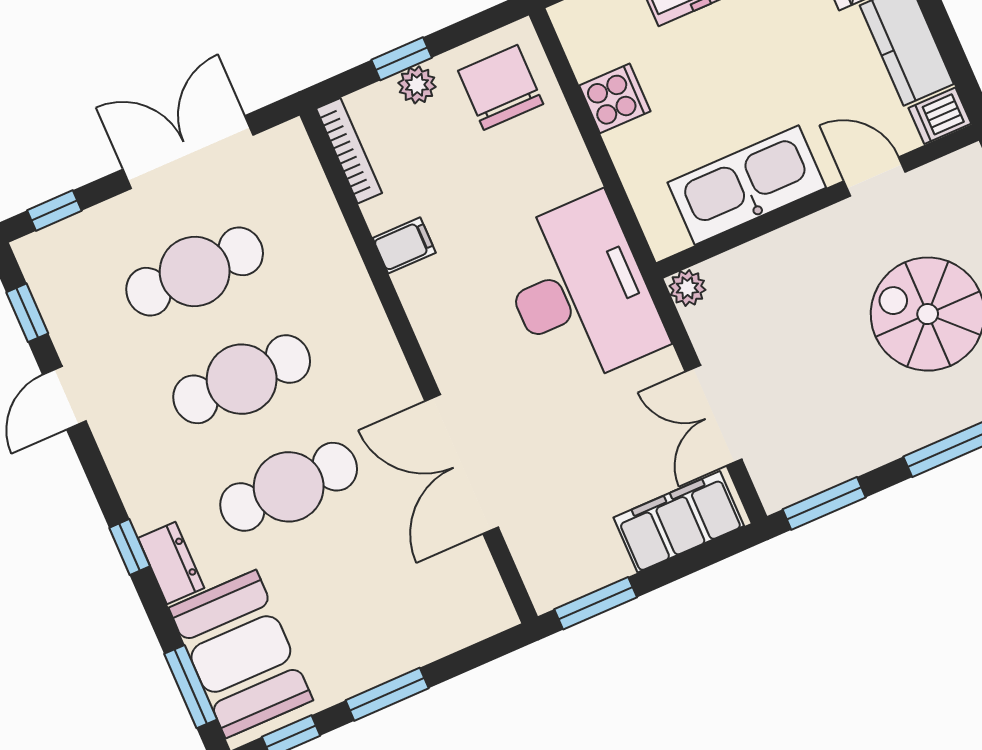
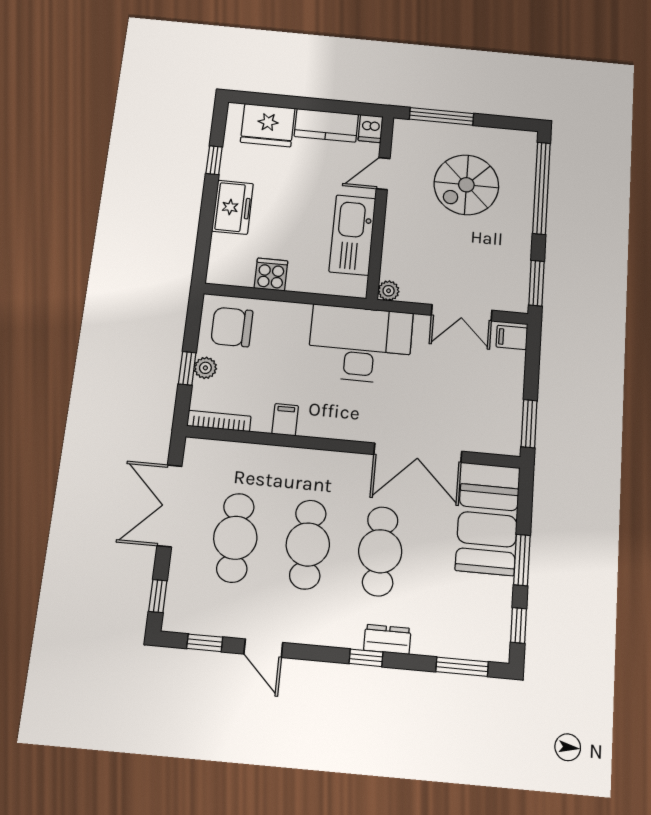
filing cabinet: (679, 522) -> (512, 337), width x0.33, depth x0.86
booth: (241, 654) -> (487, 529), moved, turned 90

